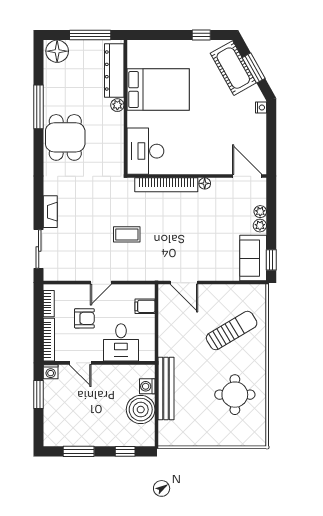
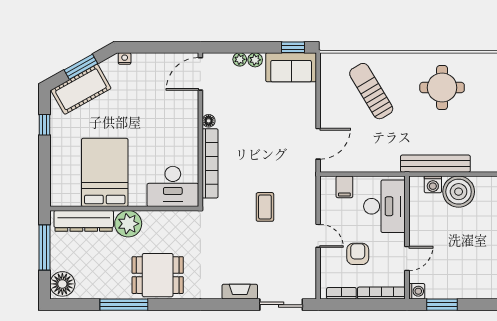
plant: (117, 105) -> (128, 224), width x1.88, depth x1.88
desk: (121, 342) -> (384, 206), width x1.37

